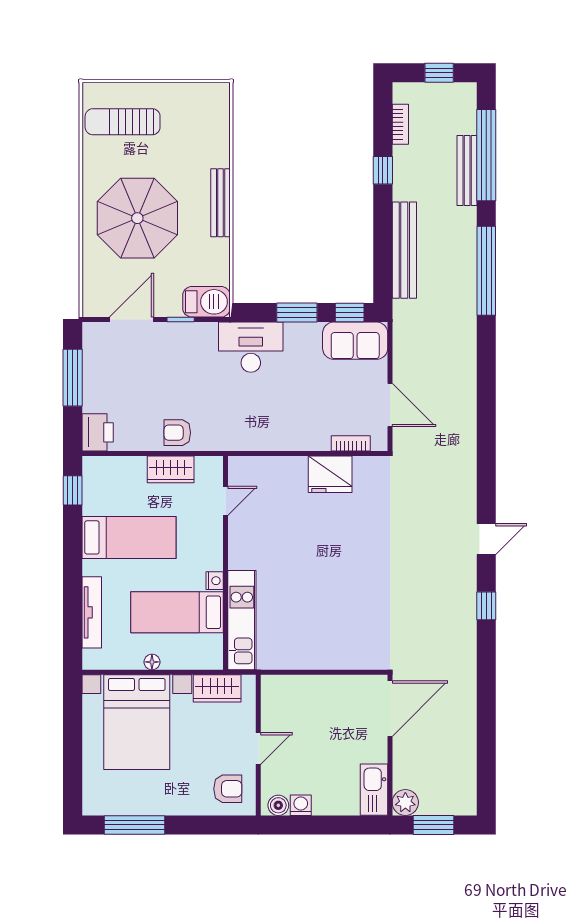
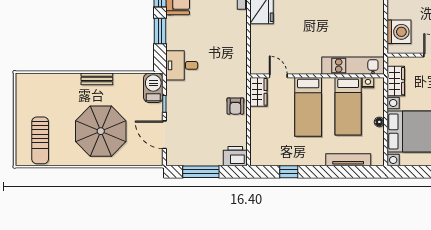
bench: (221, 203) -> (97, 79), width x0.73
desk: (251, 347) -> (182, 65), width x0.73
wardrobe: (171, 469) -> (258, 92), moved
window: (73, 490) -> (289, 172), moved
bed: (129, 537) -> (308, 107), moved, turned 180
nightstand: (215, 581) -> (368, 83), moved
washing machine: (296, 693) -> (399, 32), added

